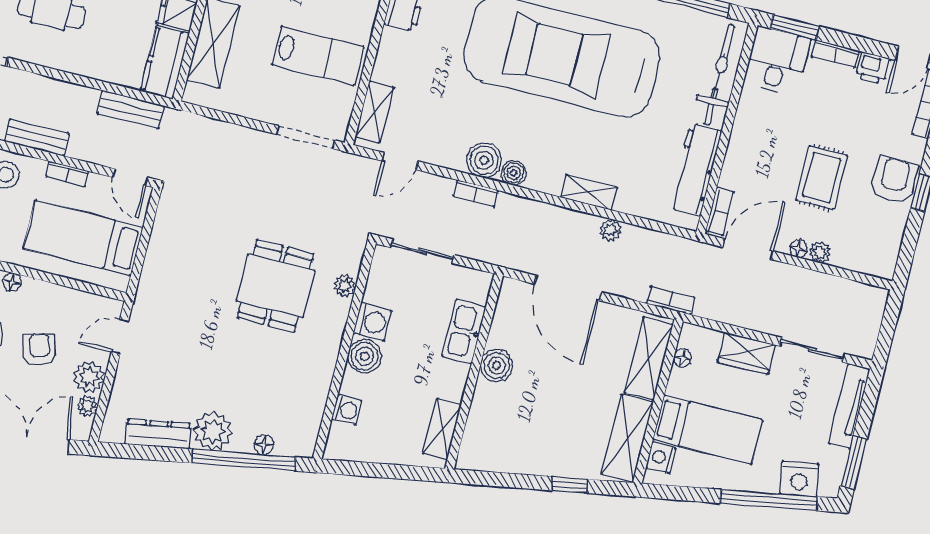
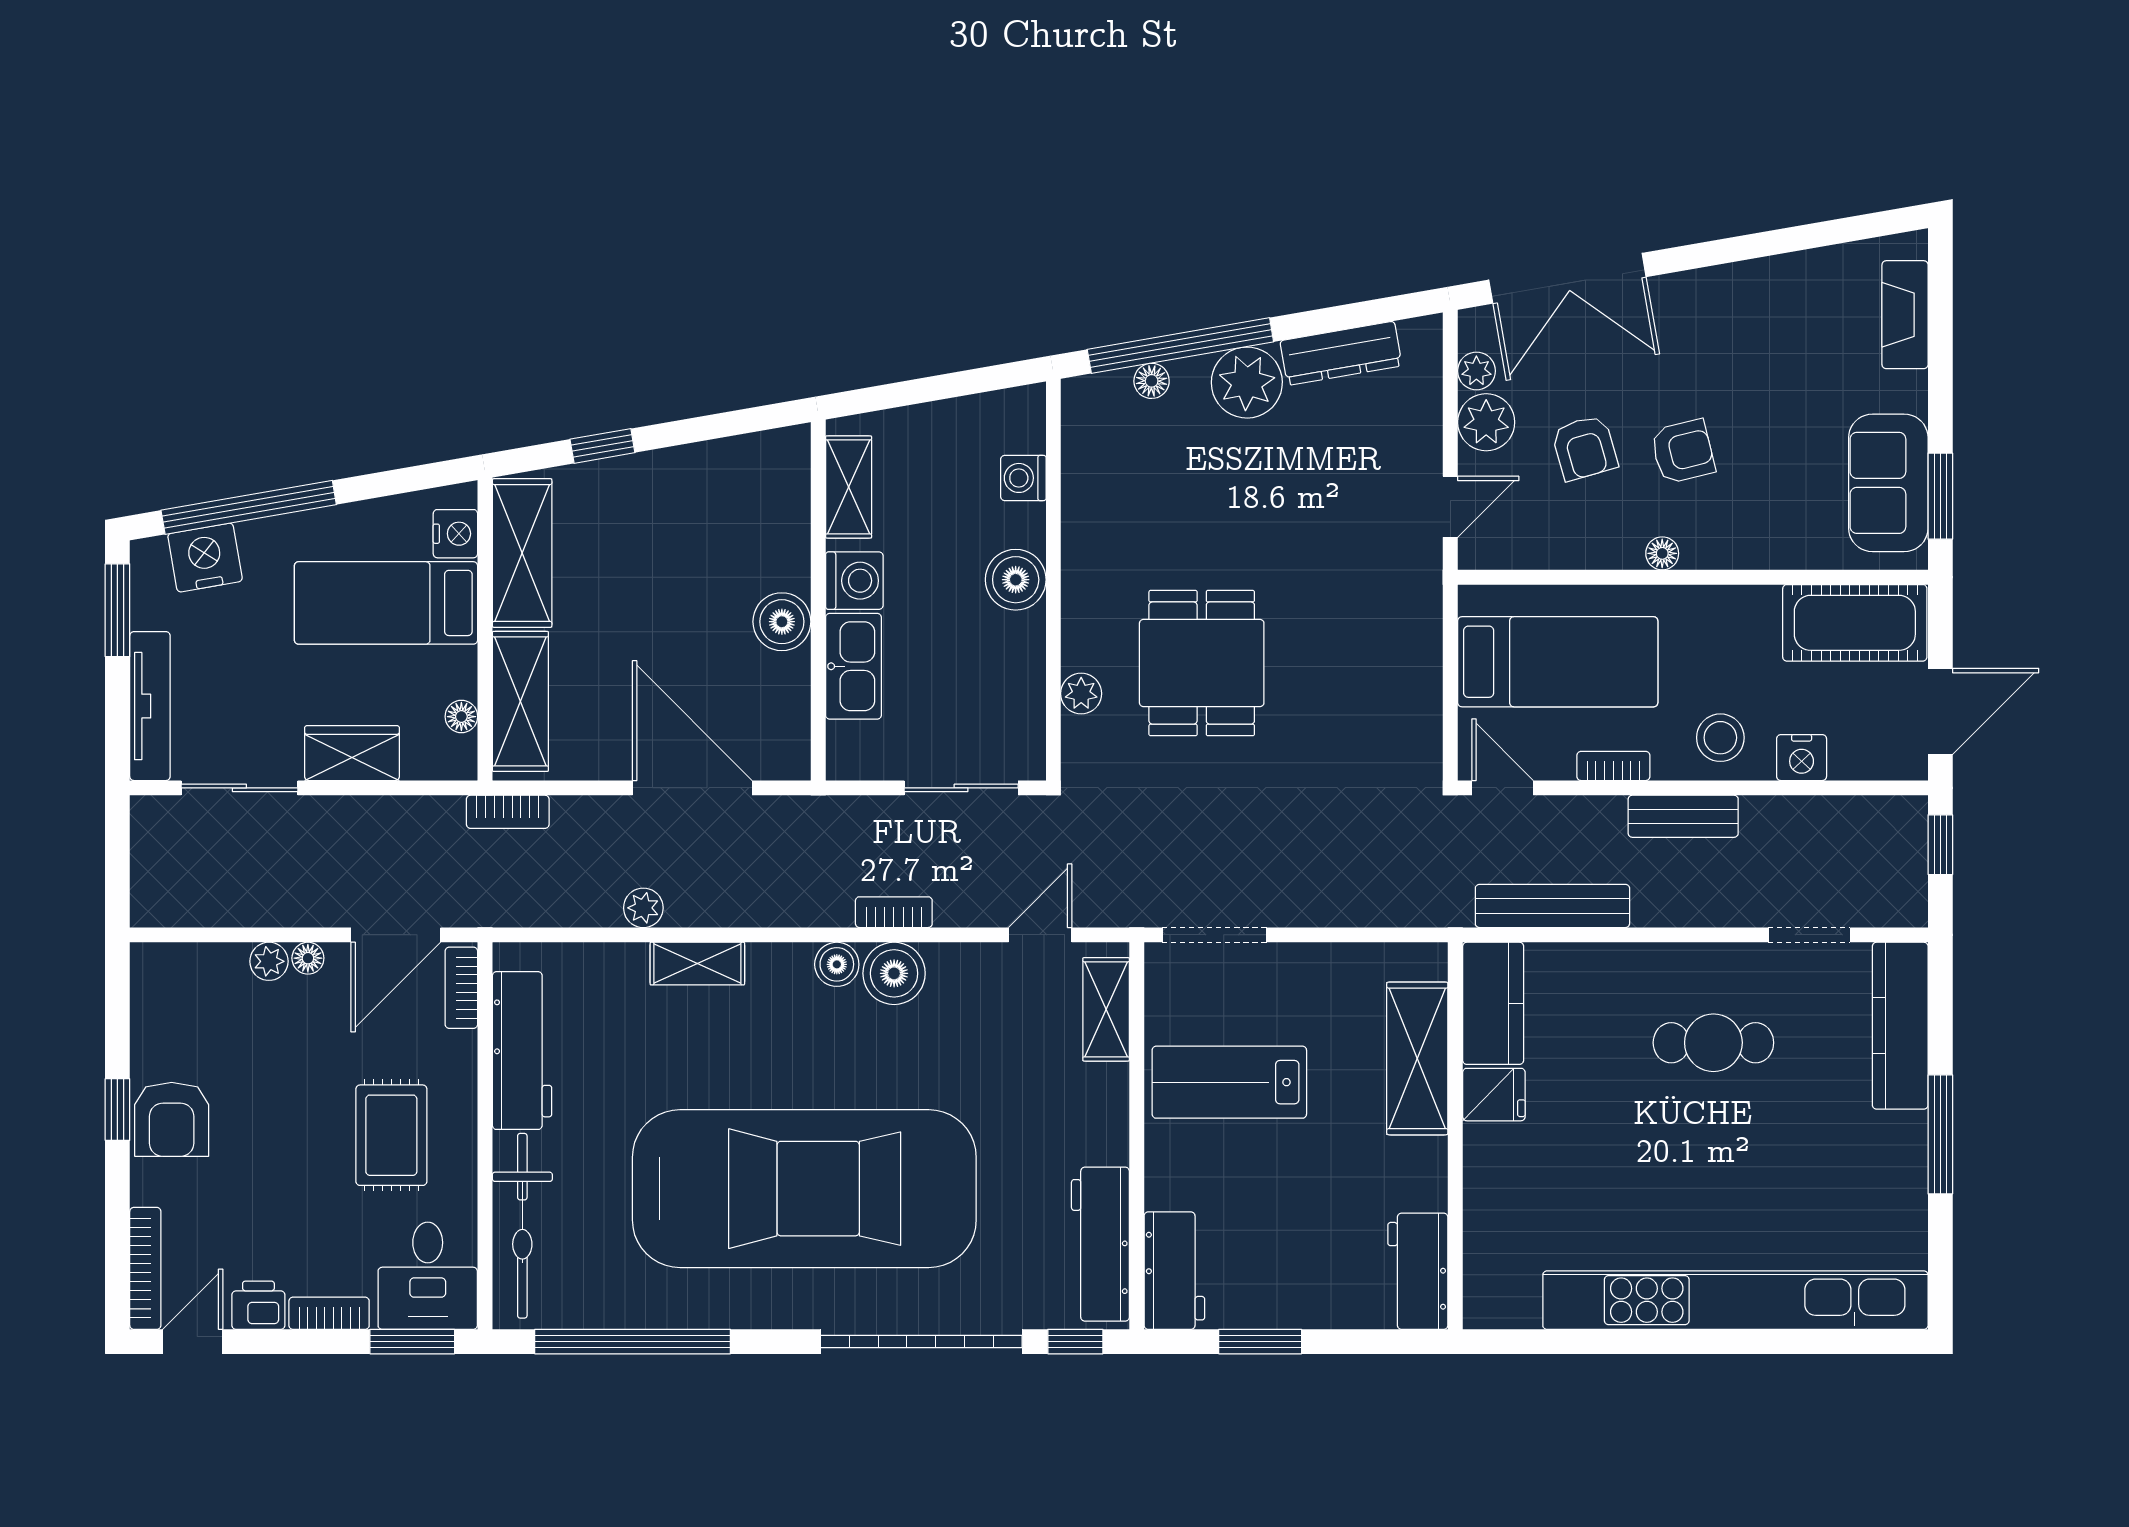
bench: (130, 110) -> (1552, 906), width x1.36
rug: (822, 178) -> (391, 1135), moved
washing machine: (372, 322) -> (854, 581), moved, turned 180

